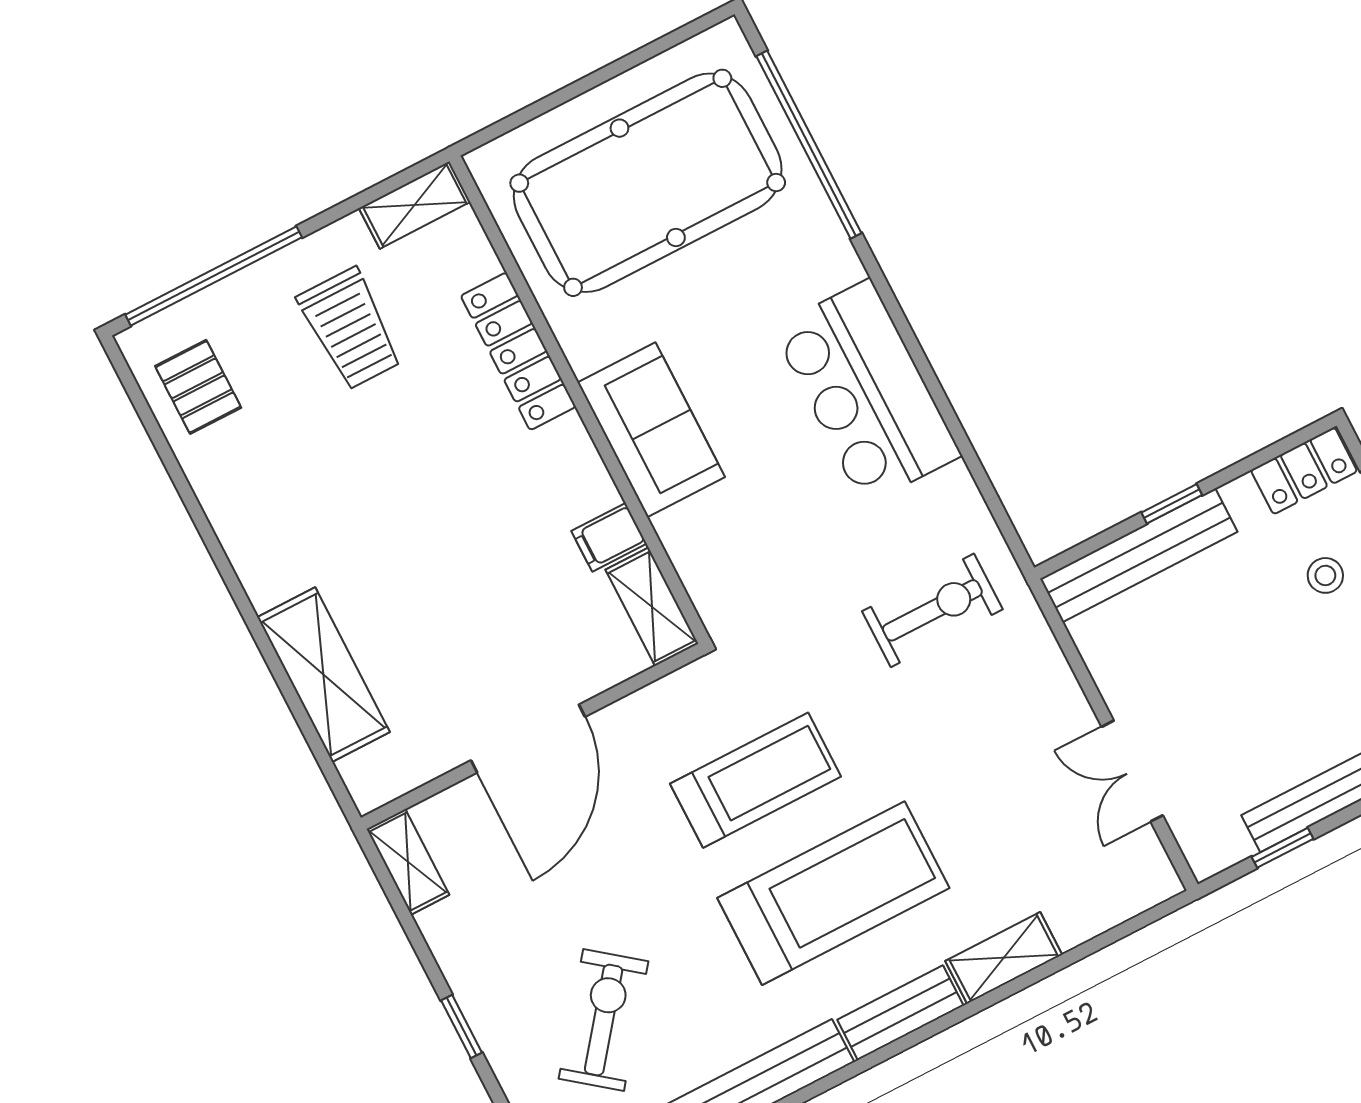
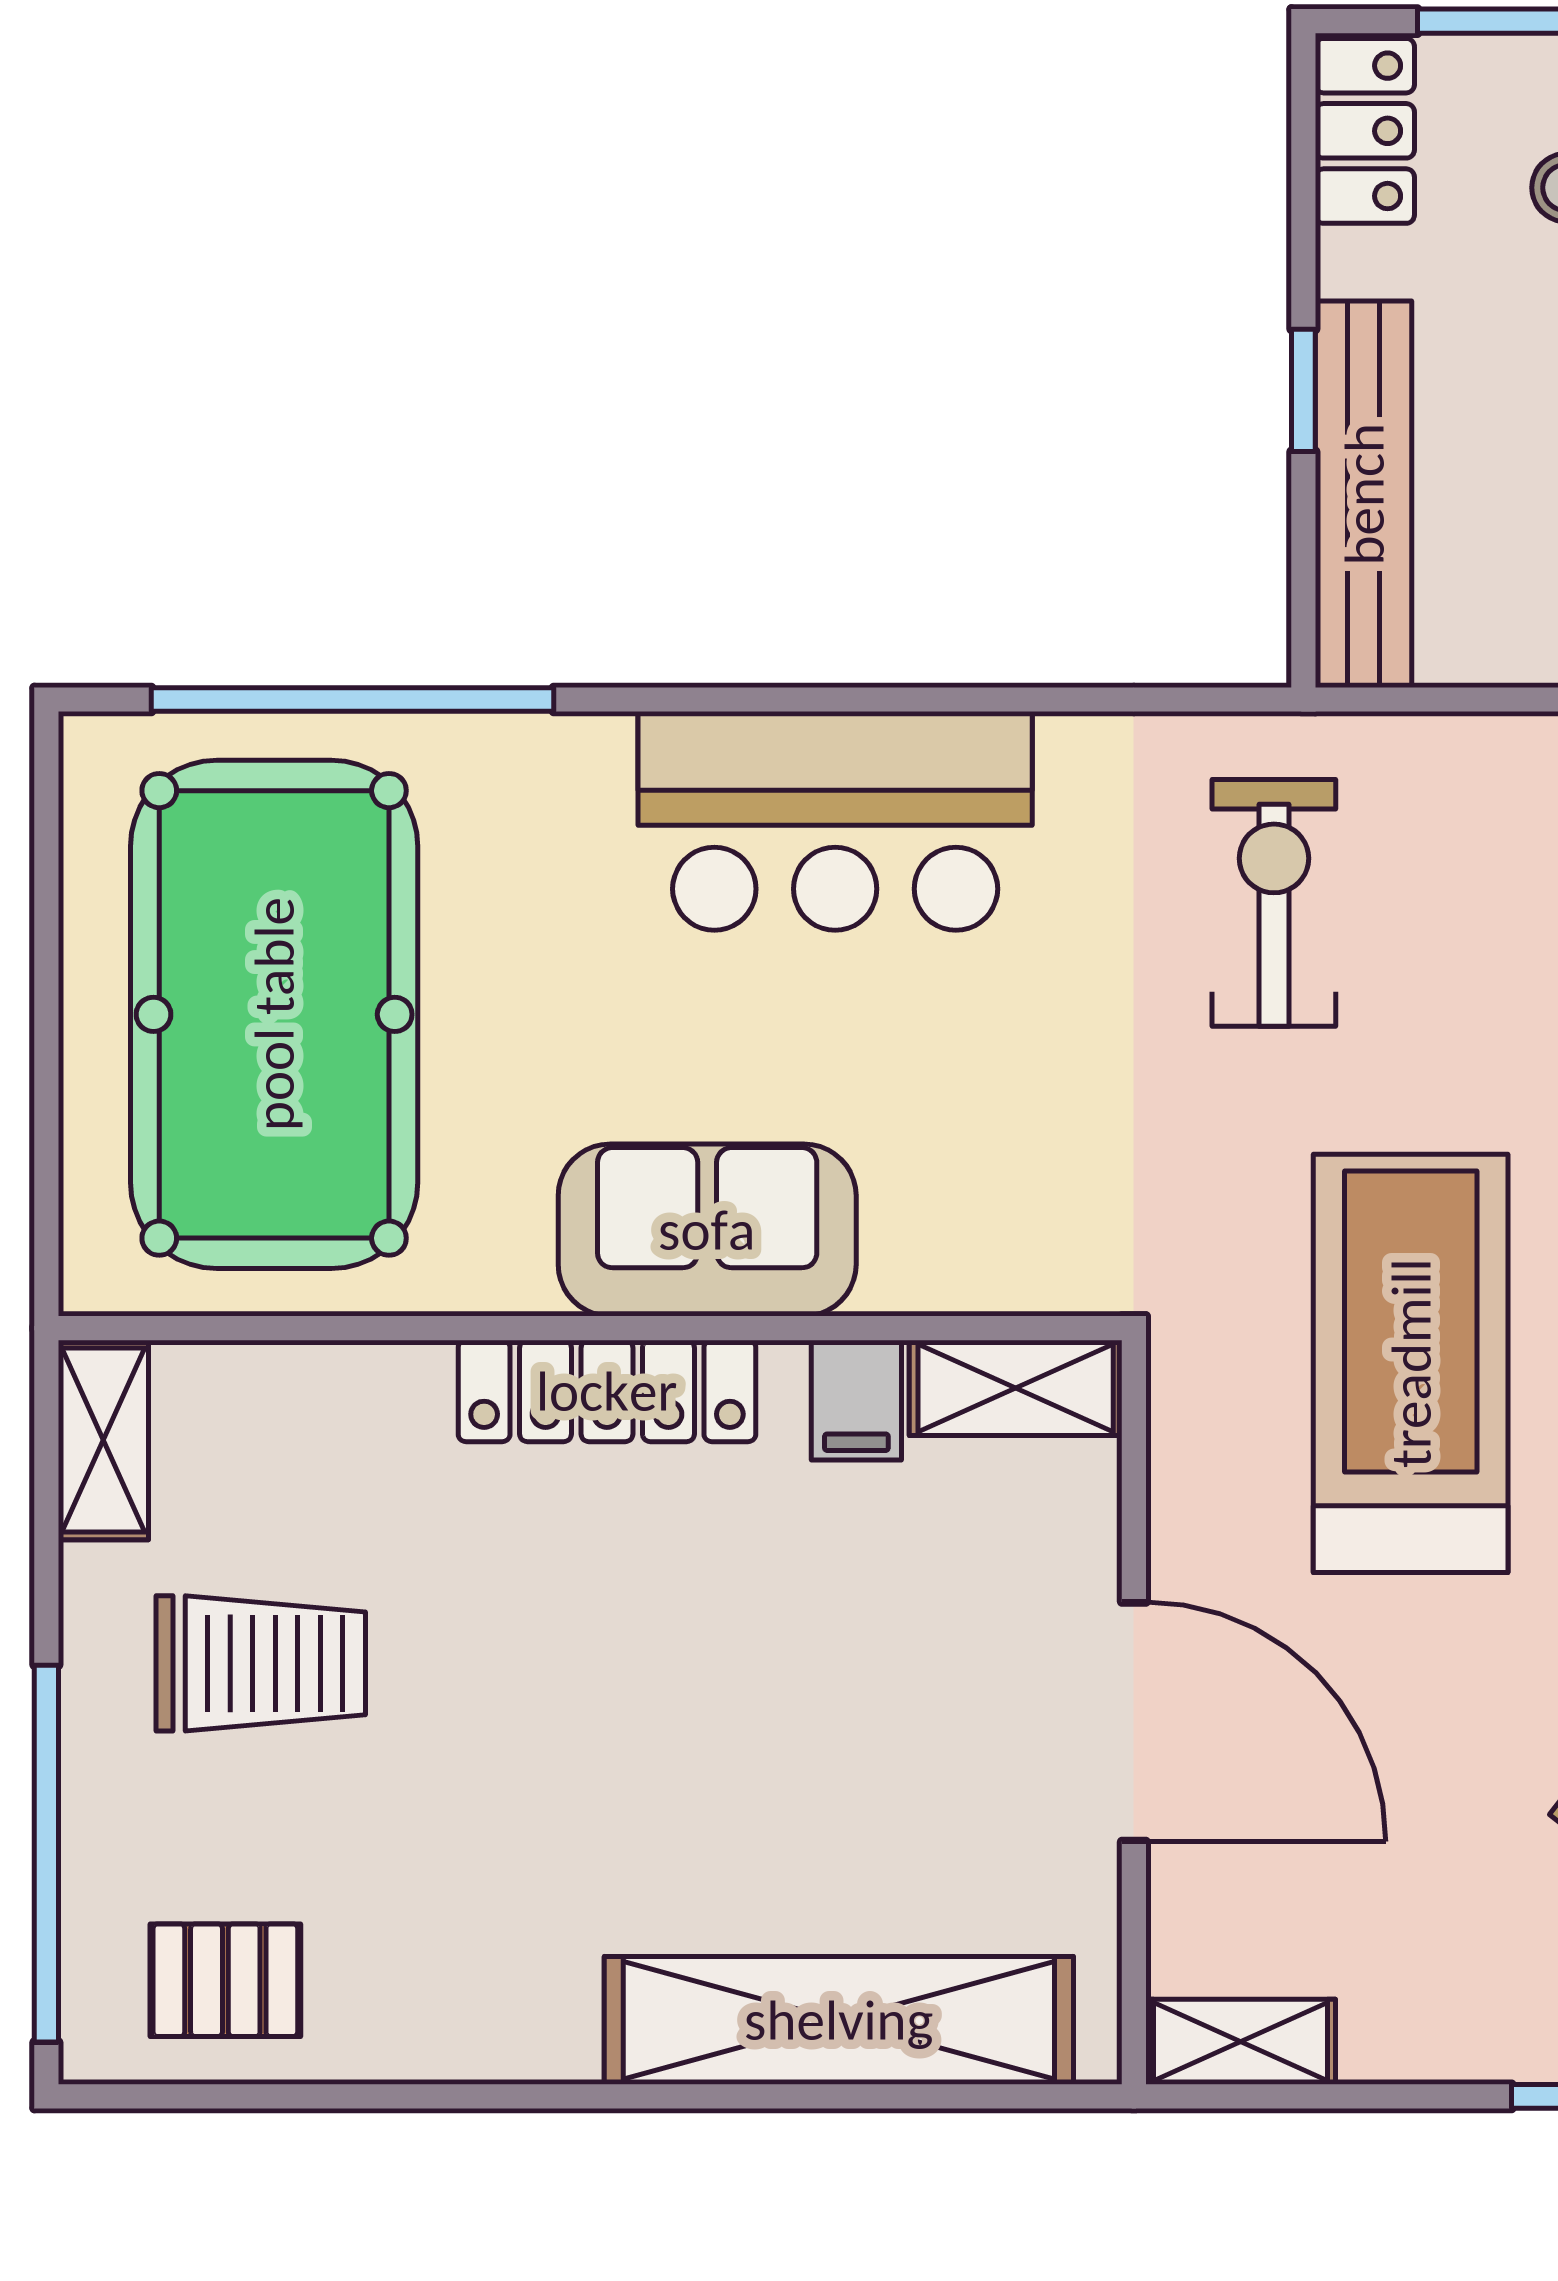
locker: (518, 351) -> (607, 1391), moved
shelving: (324, 675) -> (839, 2020), width x1.47
treadmill: (756, 780) -> (1411, 1363), width x1.37, depth x1.38

